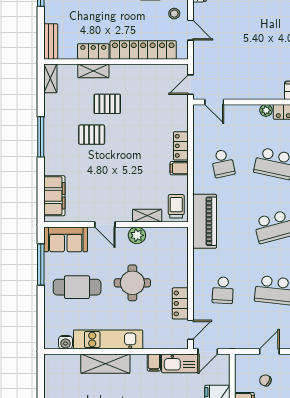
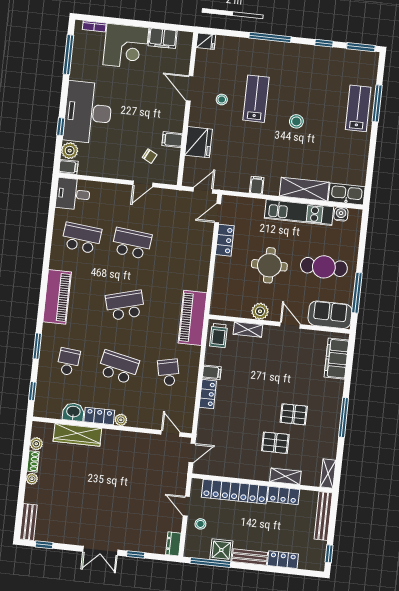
bench: (51, 41) -> (323, 516), width x1.36
school desk: (223, 290) -> (182, 249), removed
kitchen sink: (180, 363) -> (347, 194), moved

